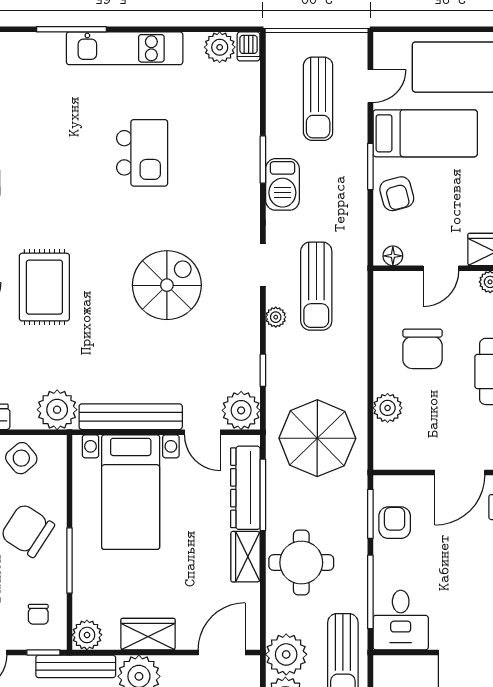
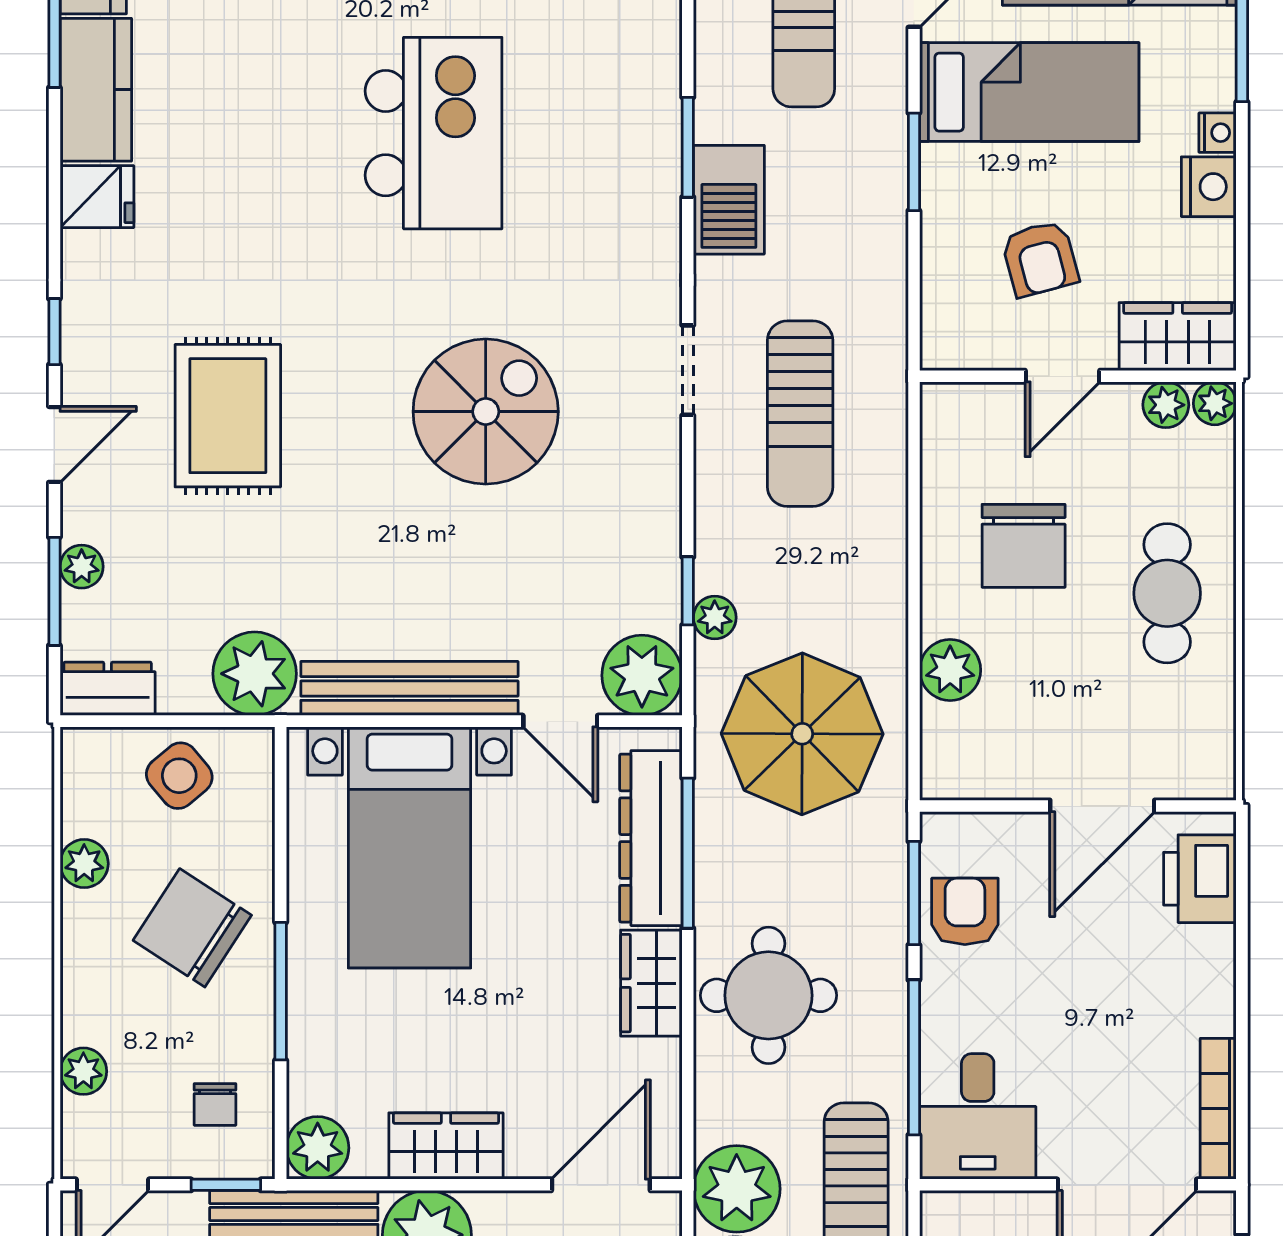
kitchen island: (142, 153) -> (434, 133), width x1.37, depth x1.28
armchair: (397, 194) -> (1040, 259), moved
floor lamp: (393, 256) -> (961, 350), removed
plant: (276, 317) -> (715, 617), moved

